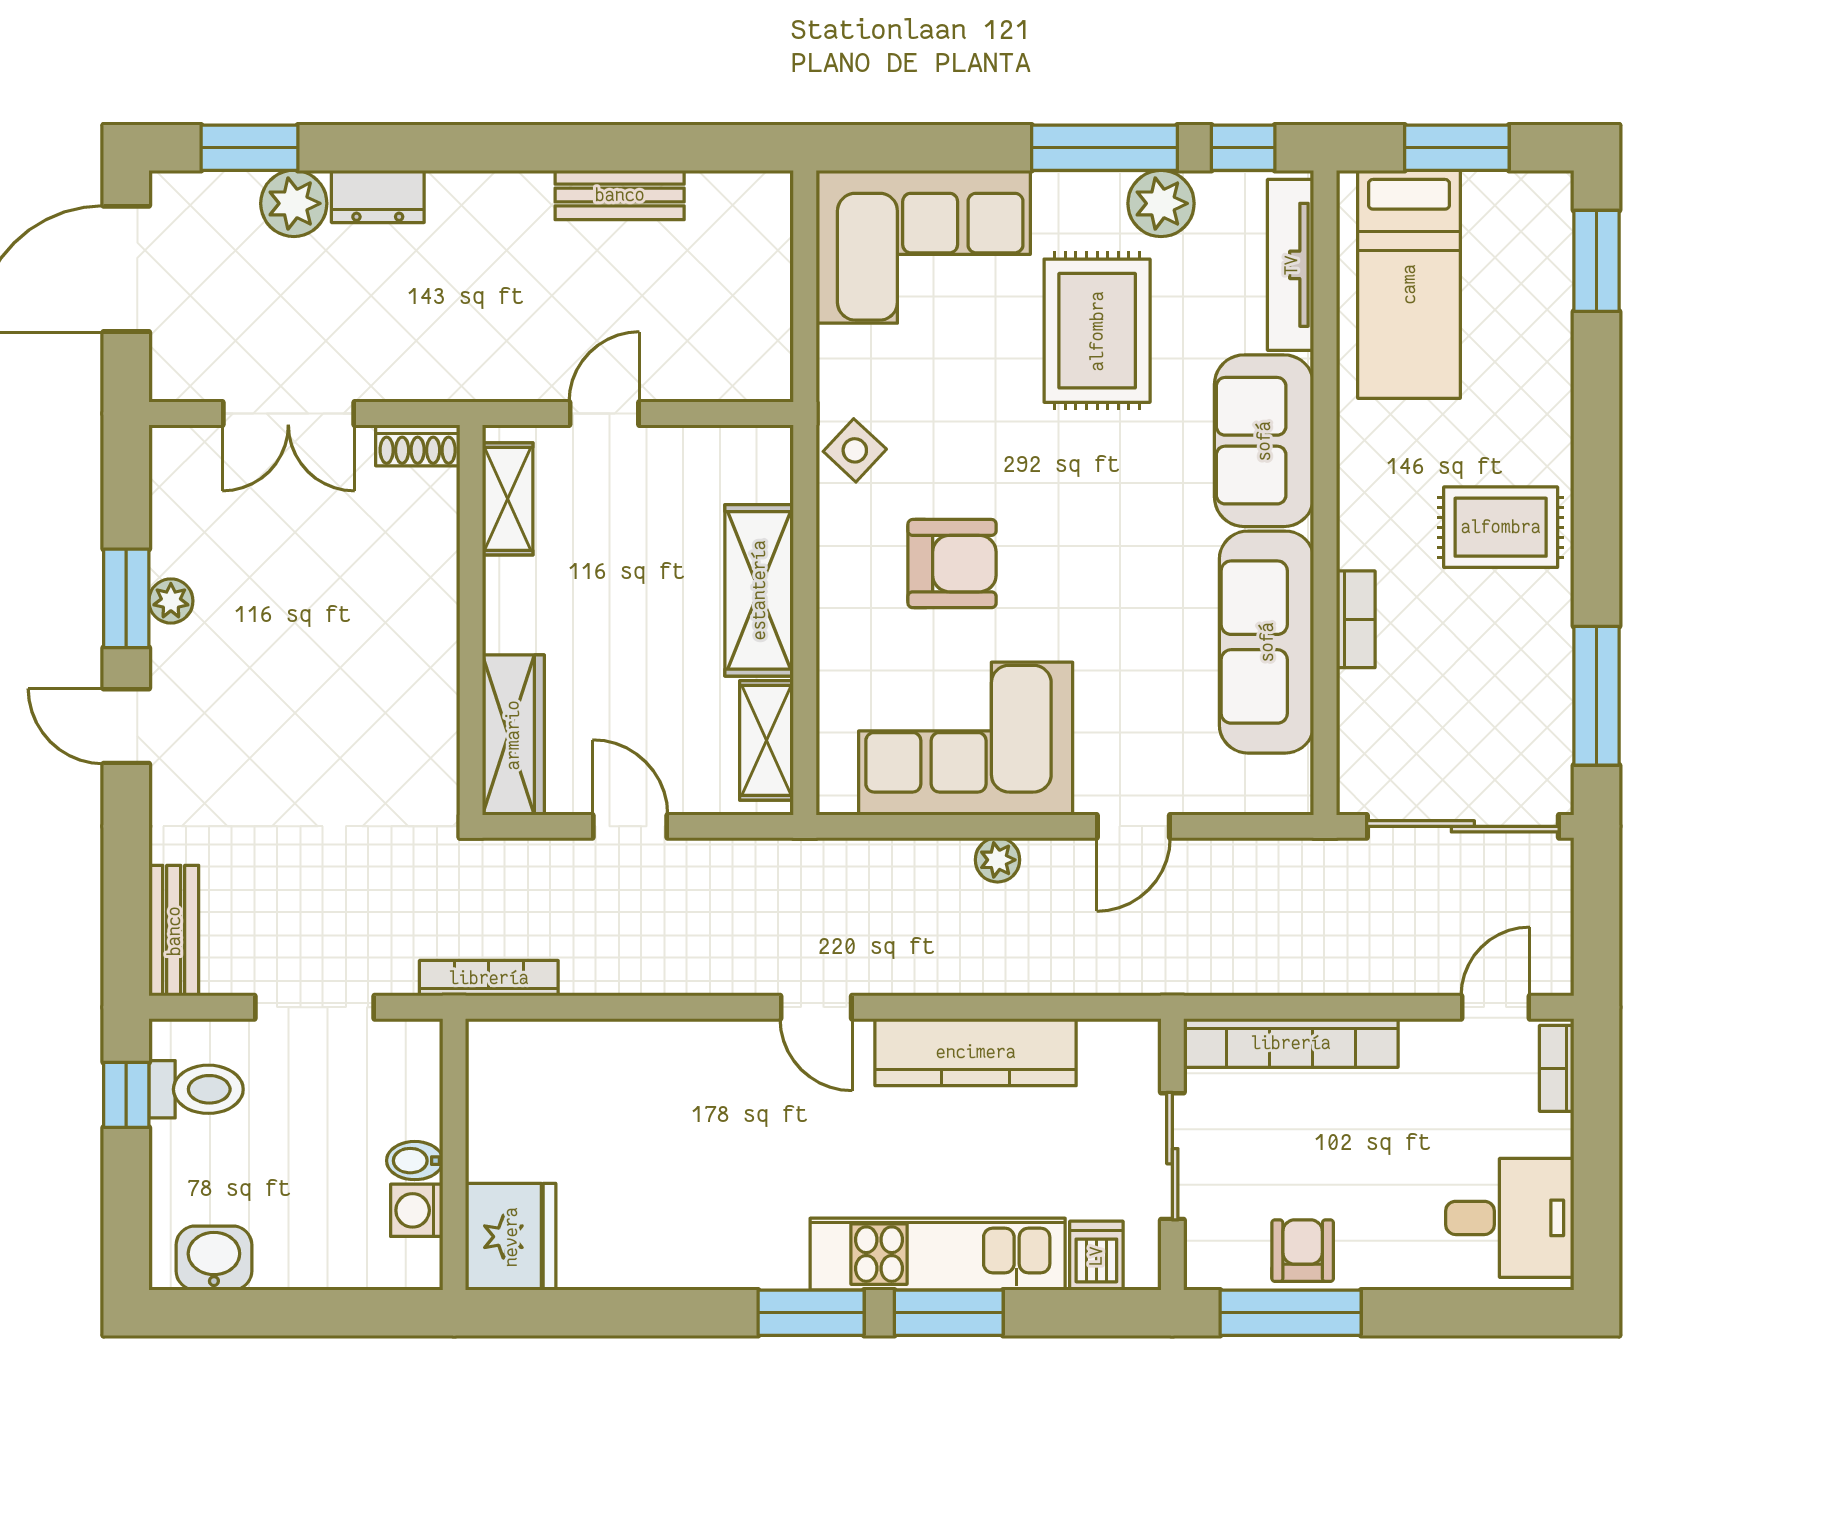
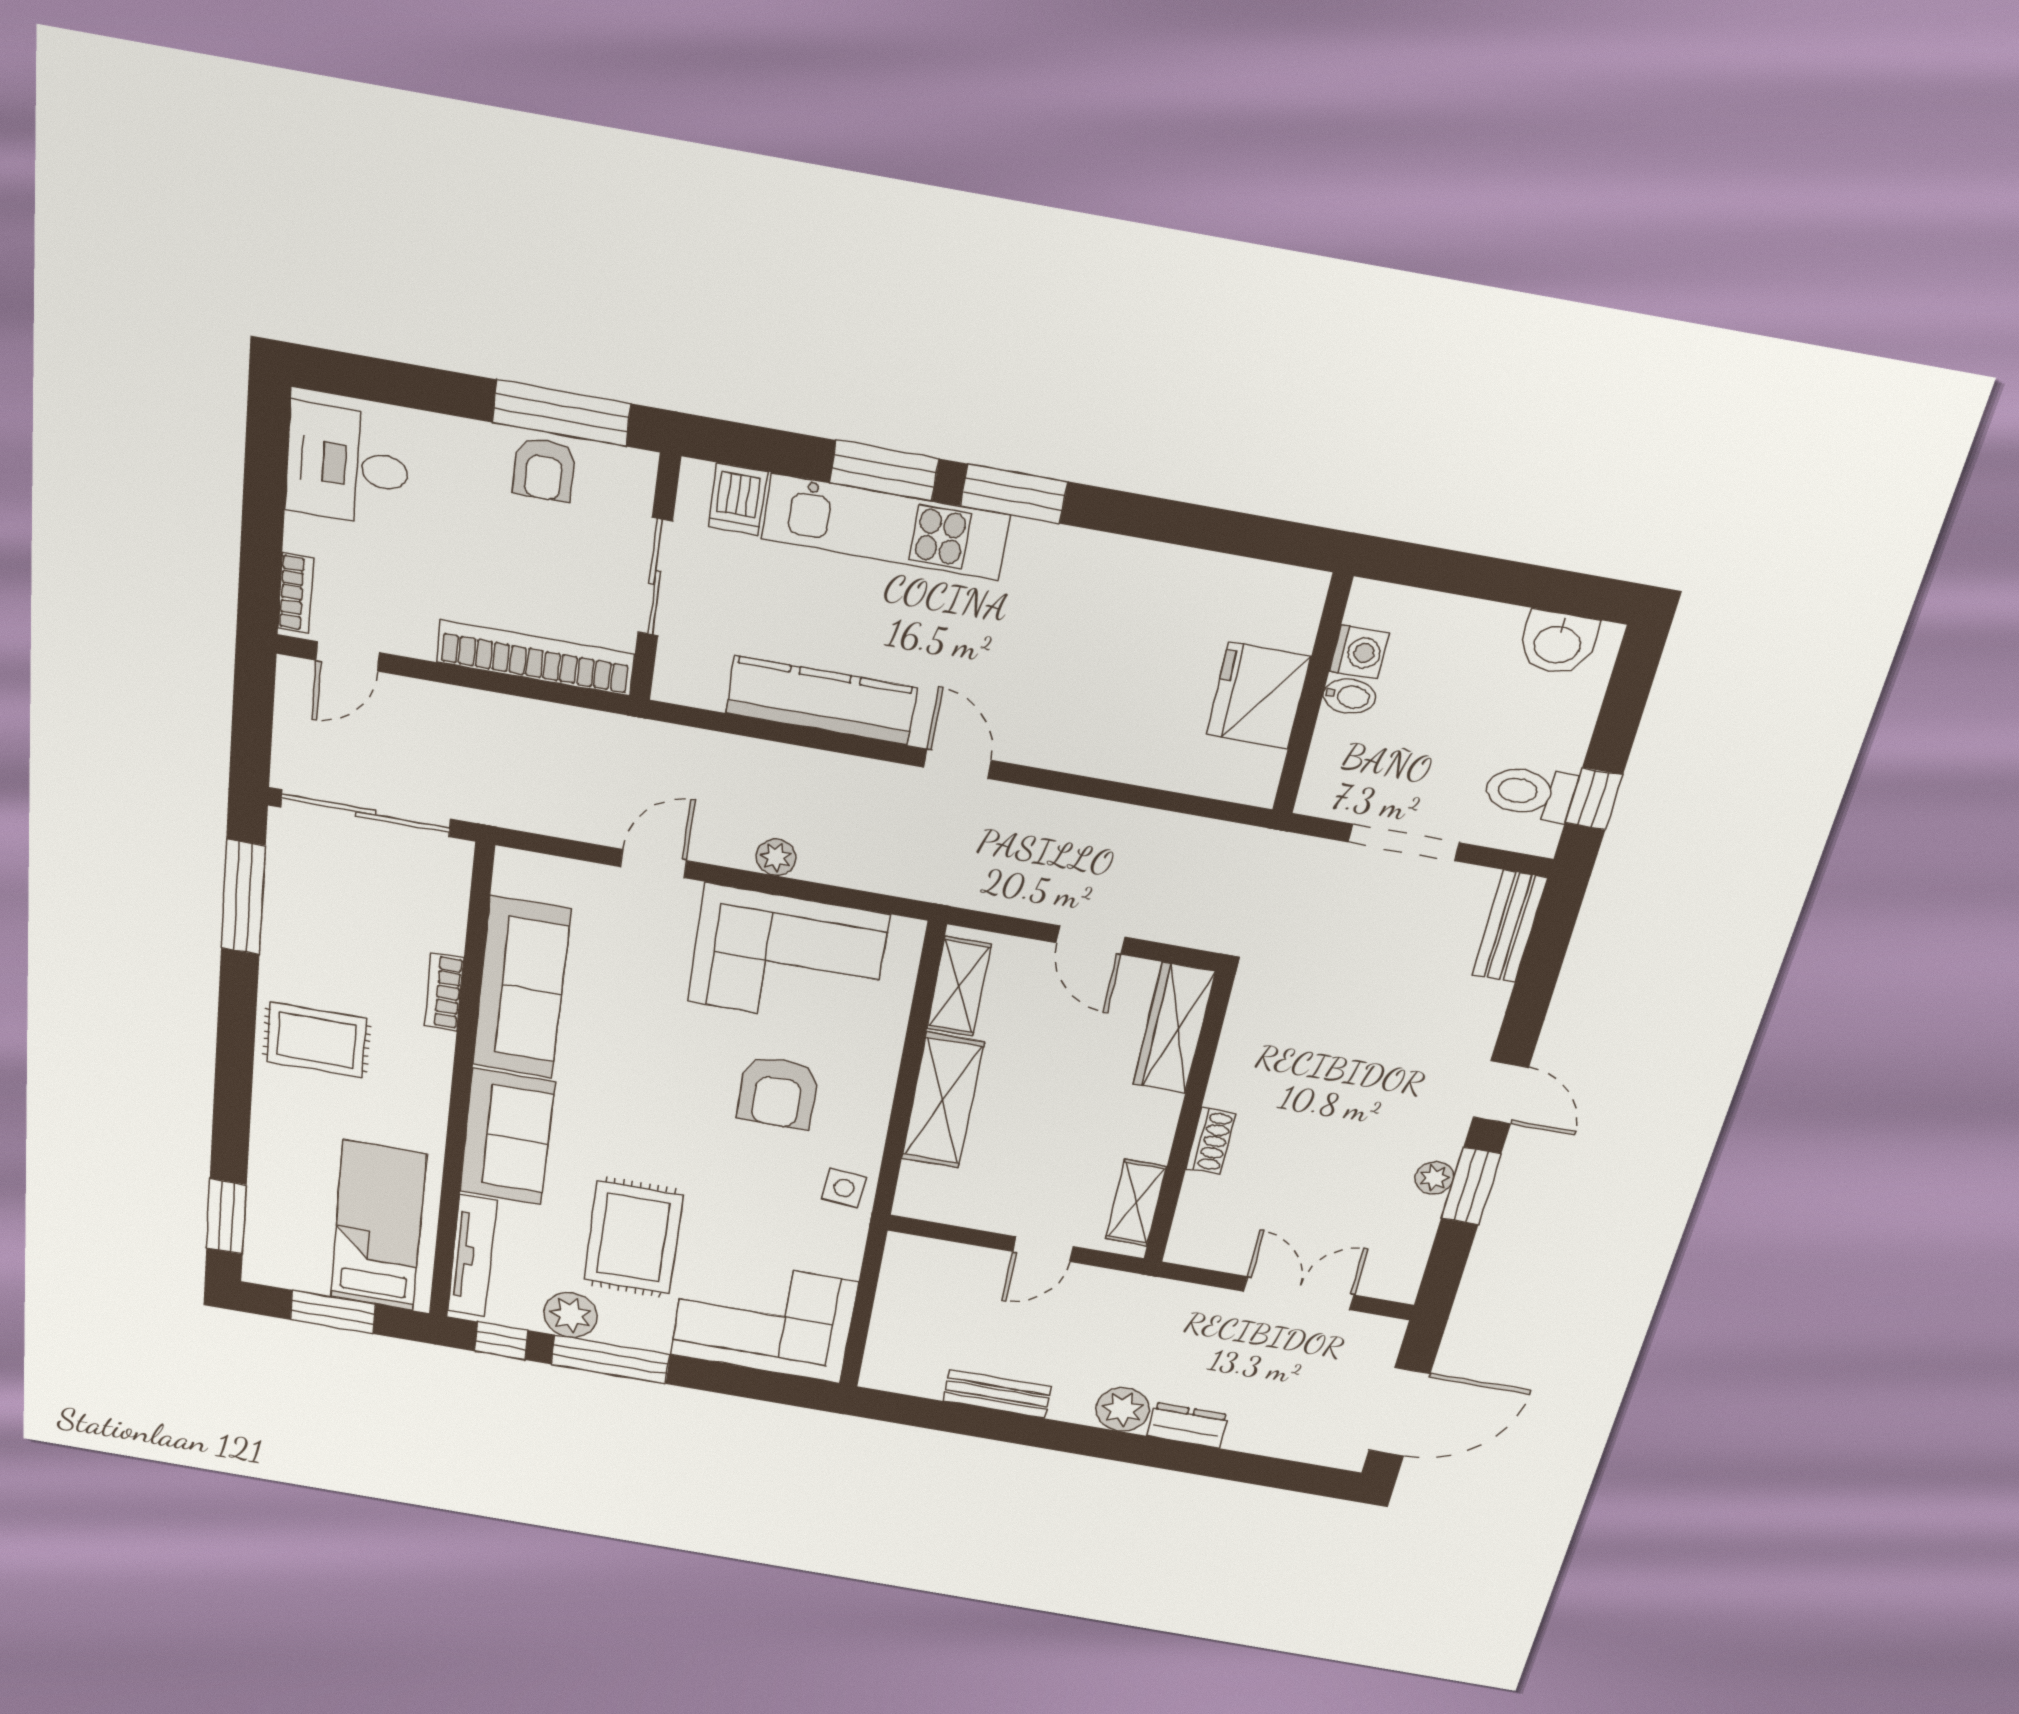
window: (249, 148) -> (1279, 1474), removed
plant: (294, 203) -> (1123, 1409), moved
shoe rack: (418, 445) -> (1211, 1141), moved, turned 90
side table: (855, 450) -> (844, 1188), turned -38
armchair: (952, 564) -> (778, 1092), turned -90
bookcase: (489, 978) -> (1243, 839), removed
fridge: (511, 1237) -> (1258, 696), moved

